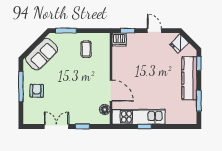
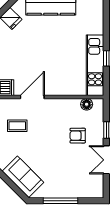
armchair: (37, 91) -> (78, 136), moved
door: (111, 91) -> (32, 97), moved

